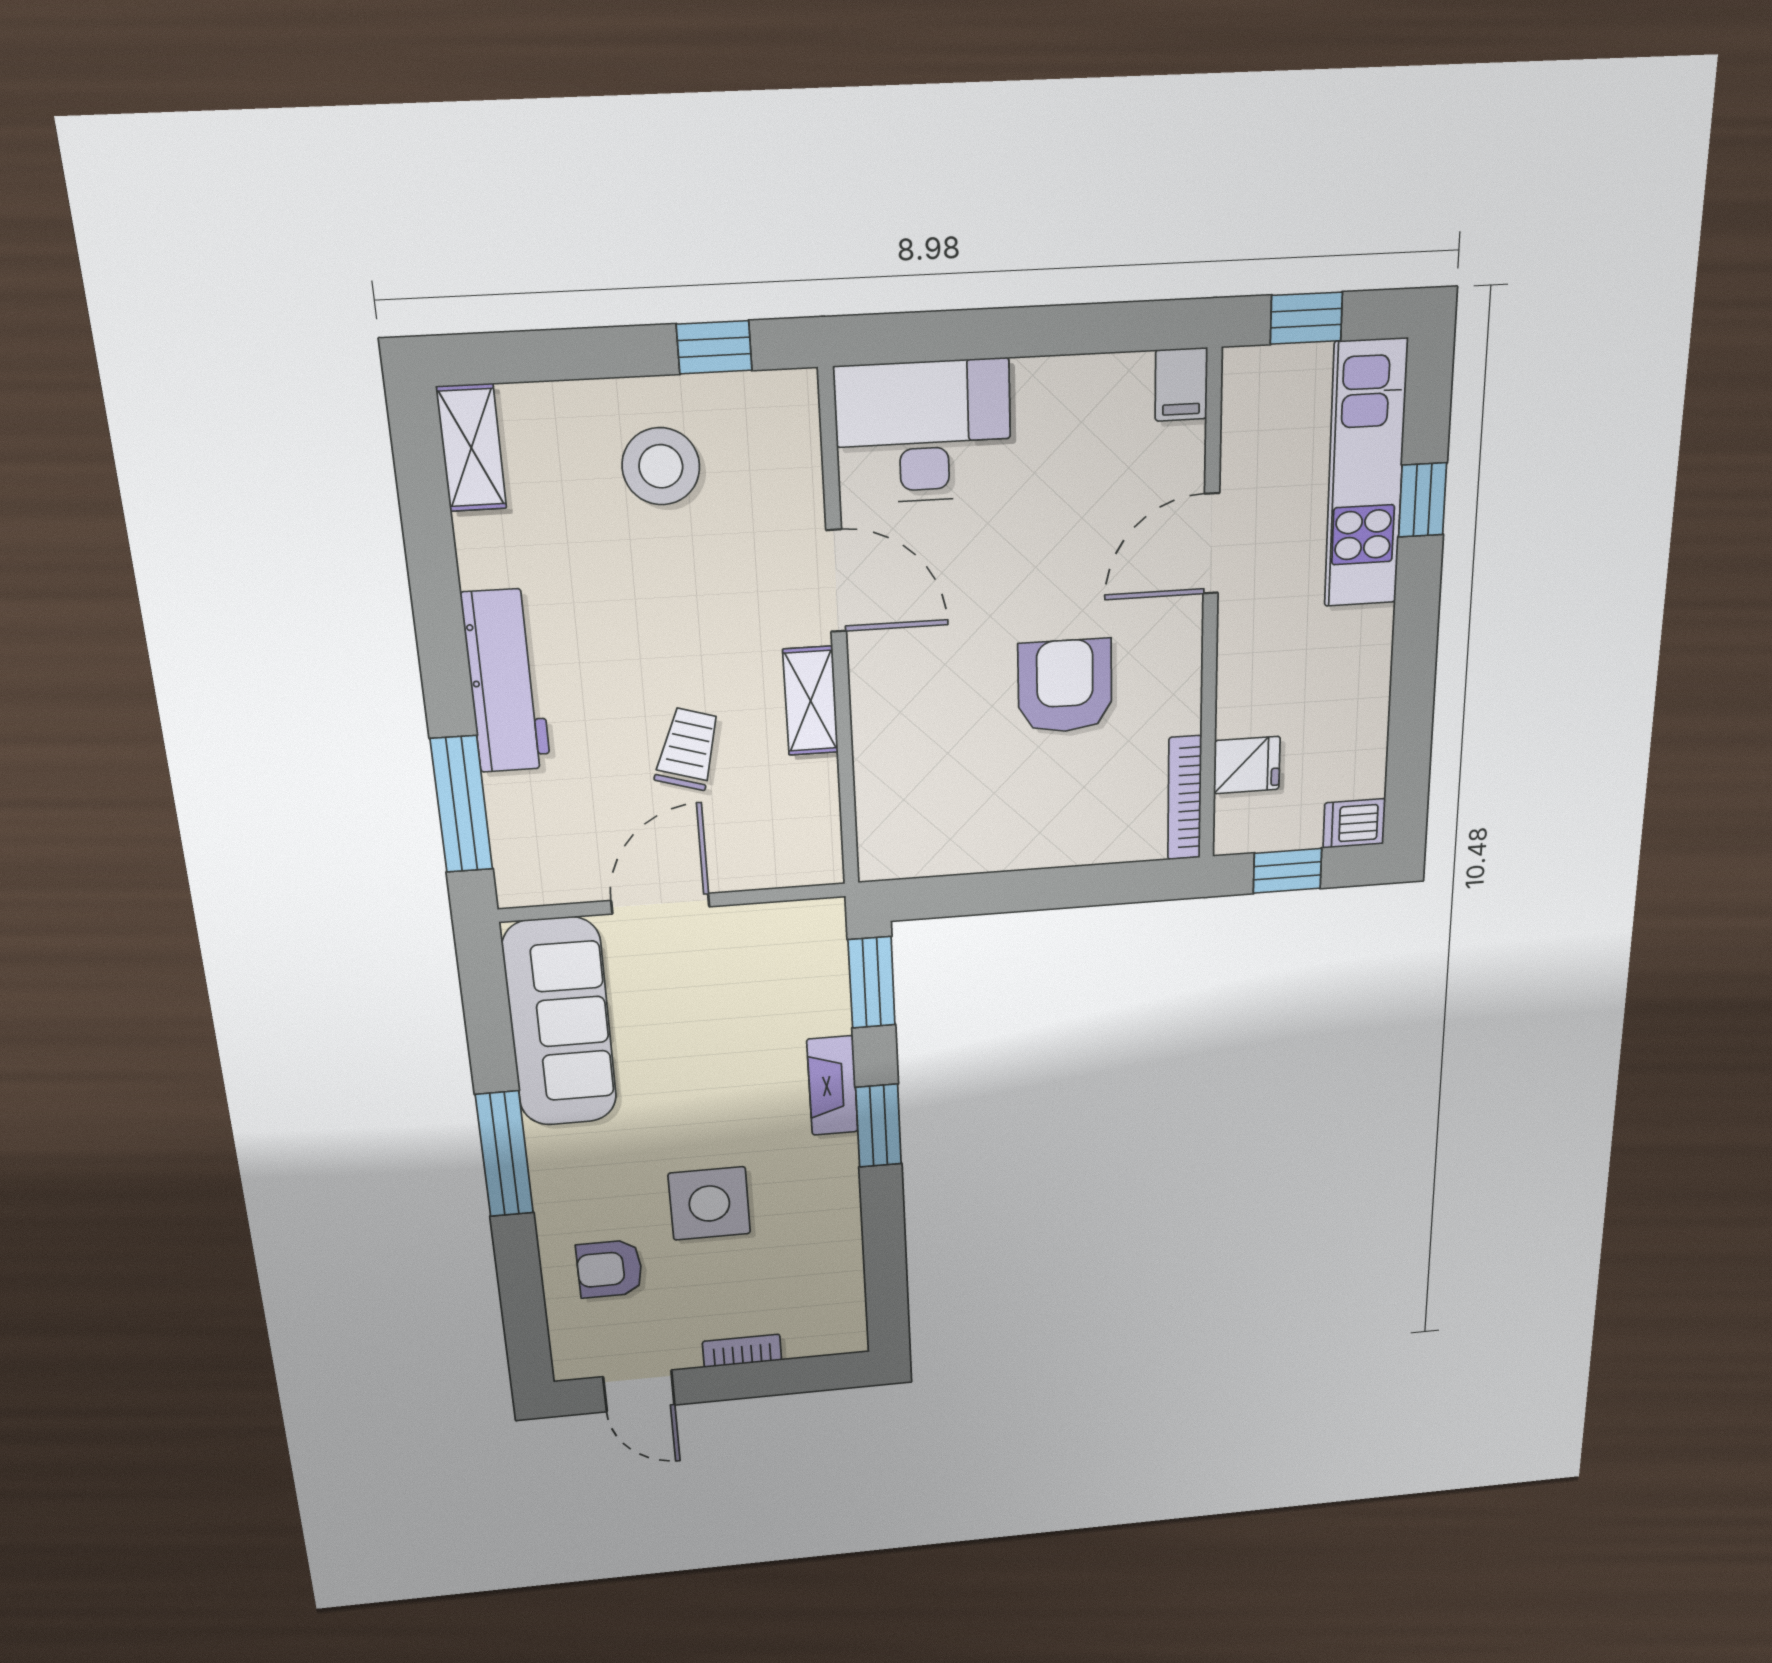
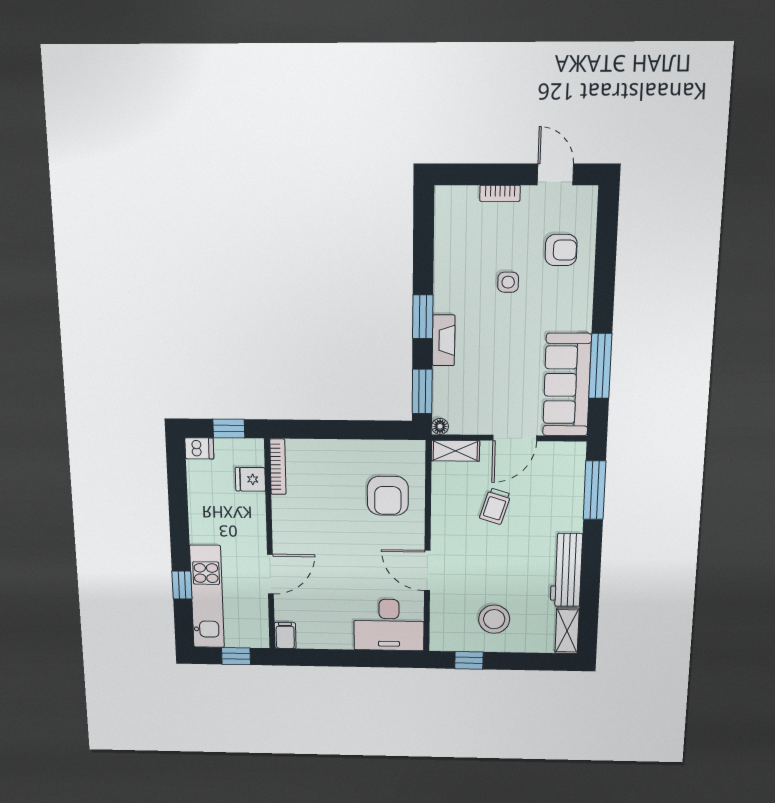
workbench: (506, 681) -> (566, 570), moved
armchair: (1065, 686) -> (388, 496), moved
shelving: (811, 701) -> (455, 451), moved, turned 90
floor lamp: (828, 914) -> (440, 426), added
window: (505, 1154) -> (600, 366), moved
side table: (709, 1204) -> (508, 282), width x0.54, depth x0.54

